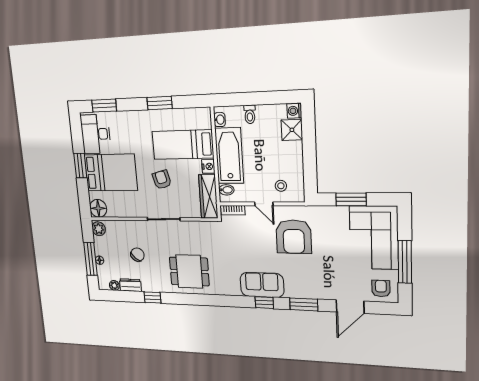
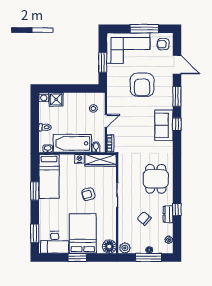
bed: (183, 145) -> (49, 176), moved
armchair: (294, 237) -> (142, 85), moved, turned 90
dresser: (130, 285) -> (168, 214), moved

